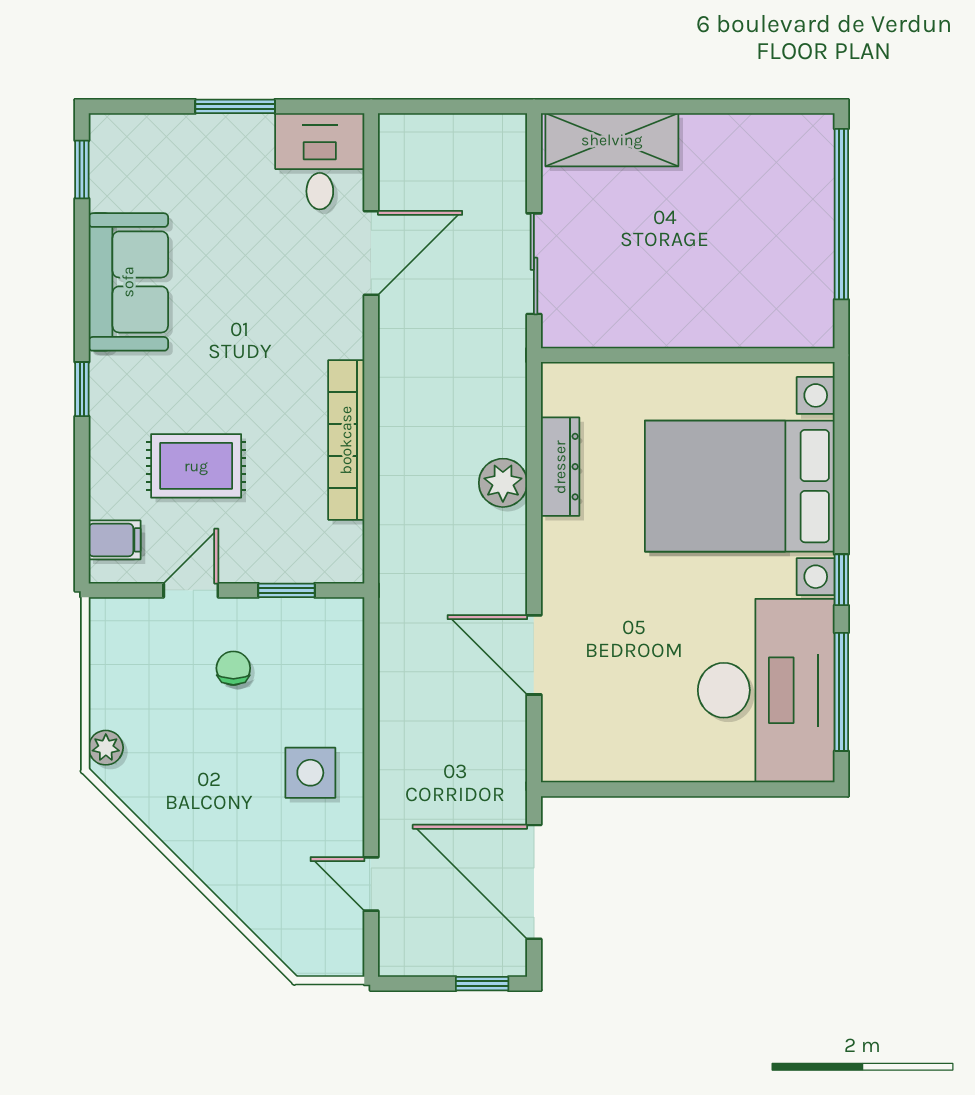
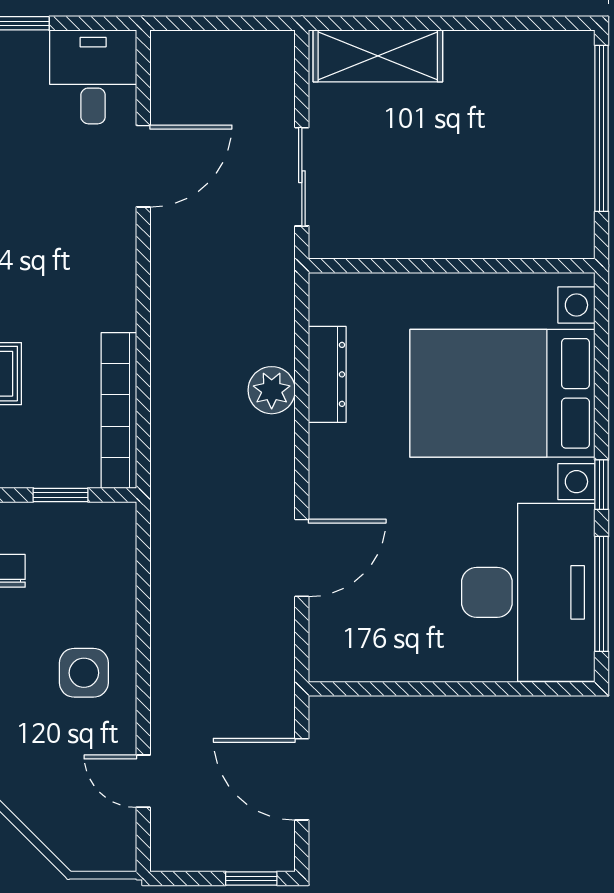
bookcase: (346, 440) -> (119, 410), moved
door: (534, 655) -> (302, 558), swing flipped
door: (534, 882) -> (302, 779), width x0.73

